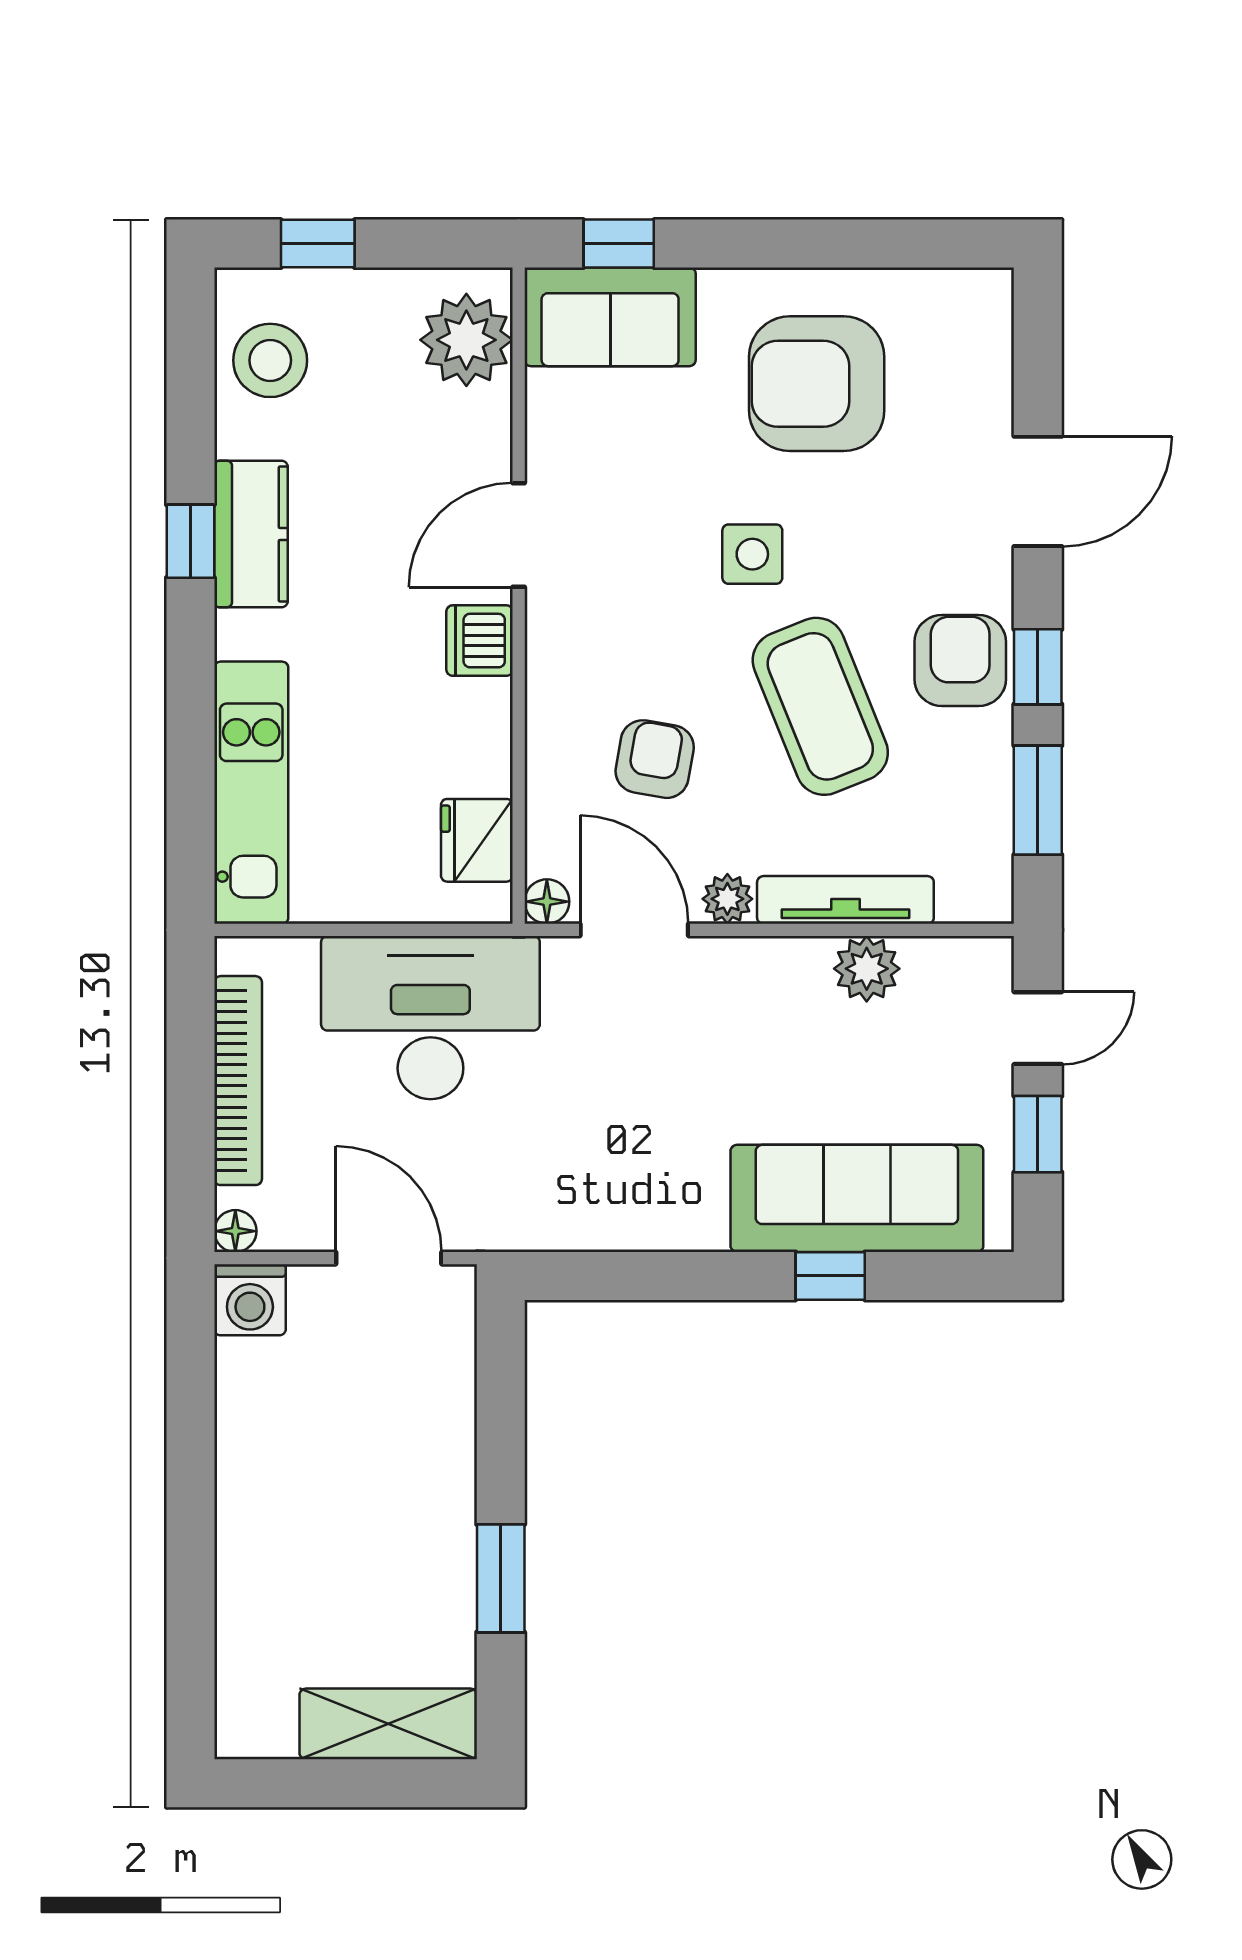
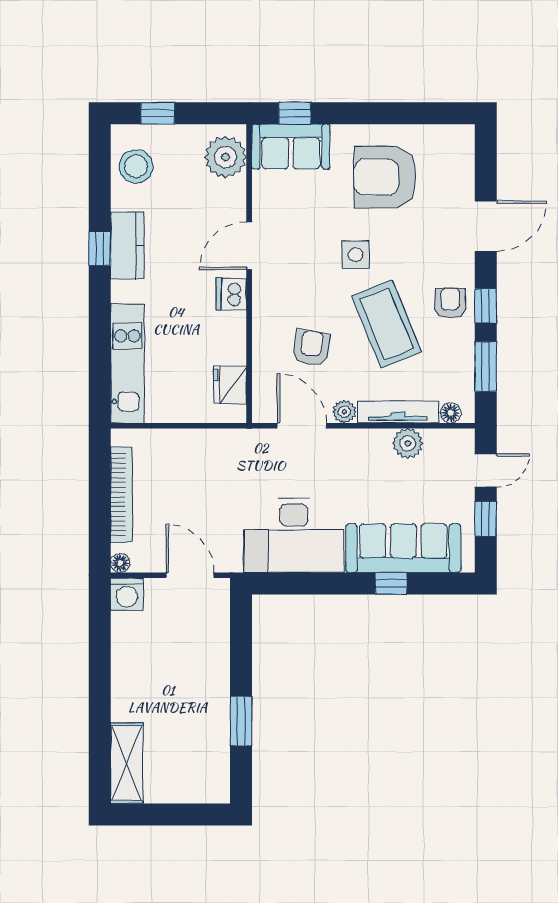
armchair: (960, 661) -> (450, 303), width x0.72, depth x0.72
floor lamp: (547, 902) -> (451, 413), moved
desk: (430, 1018) -> (294, 535), moved, turned 180
shelving: (388, 1724) -> (127, 763), moved, turned 90

